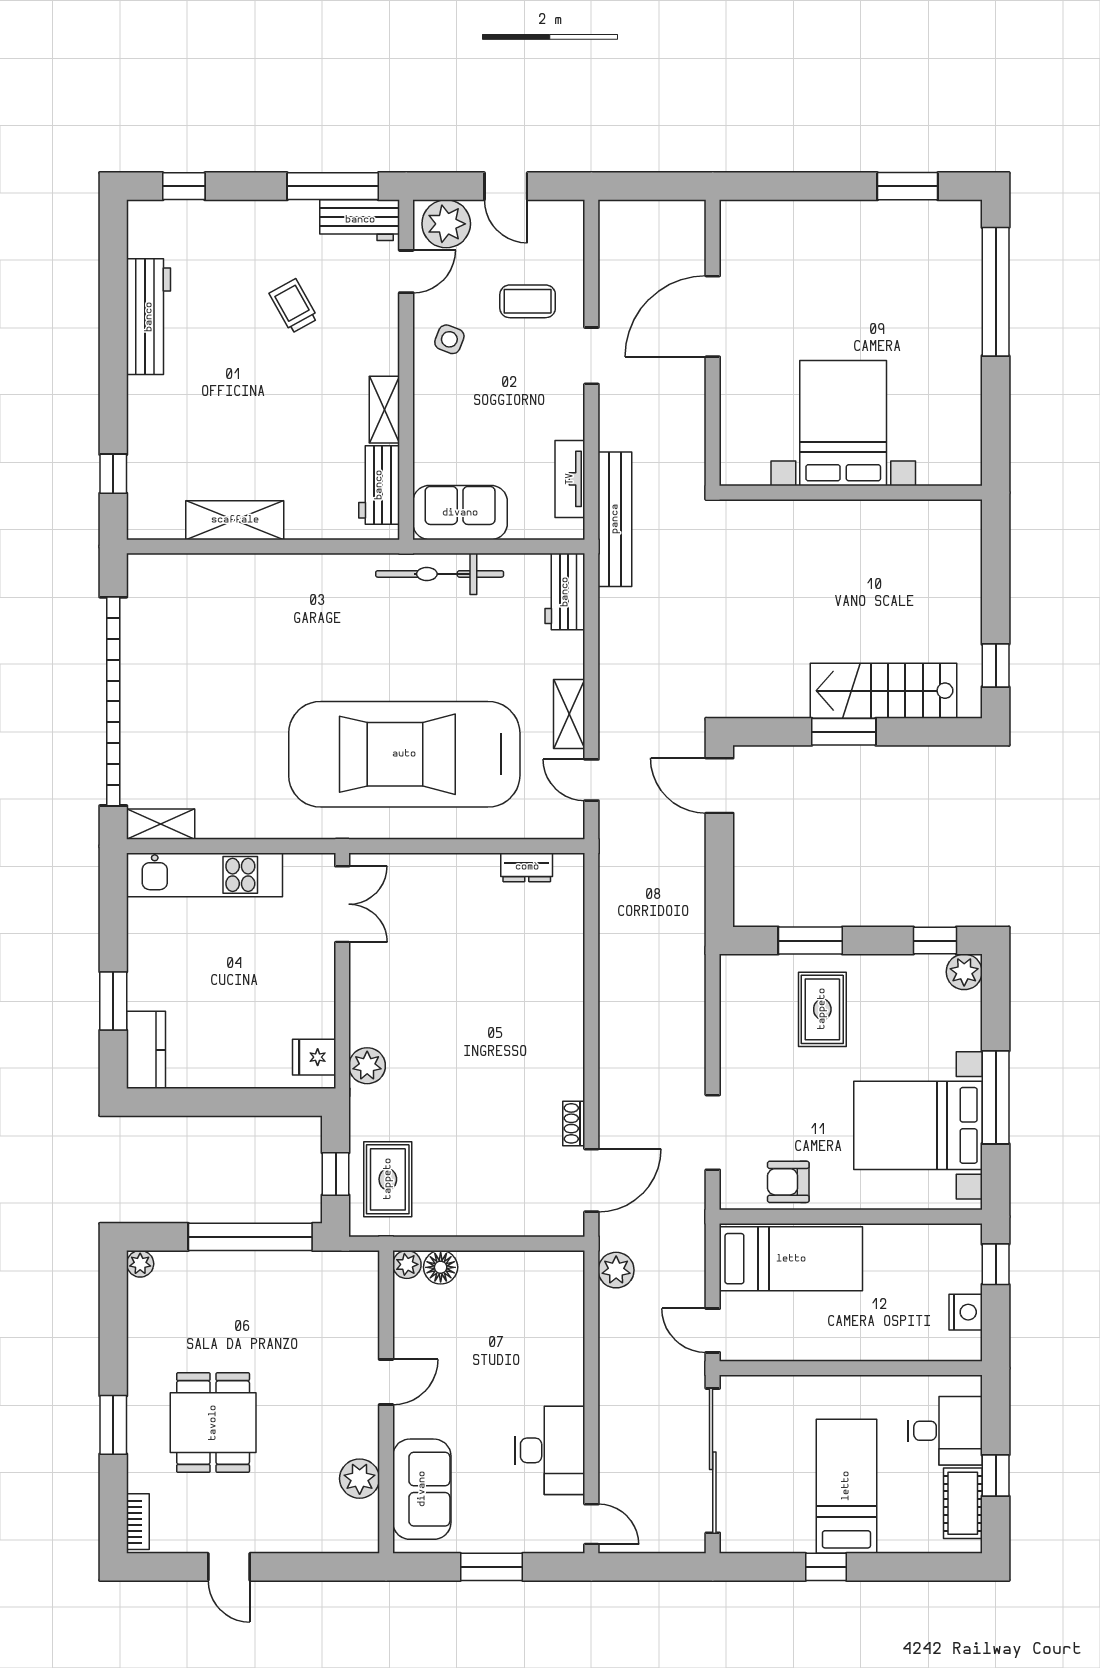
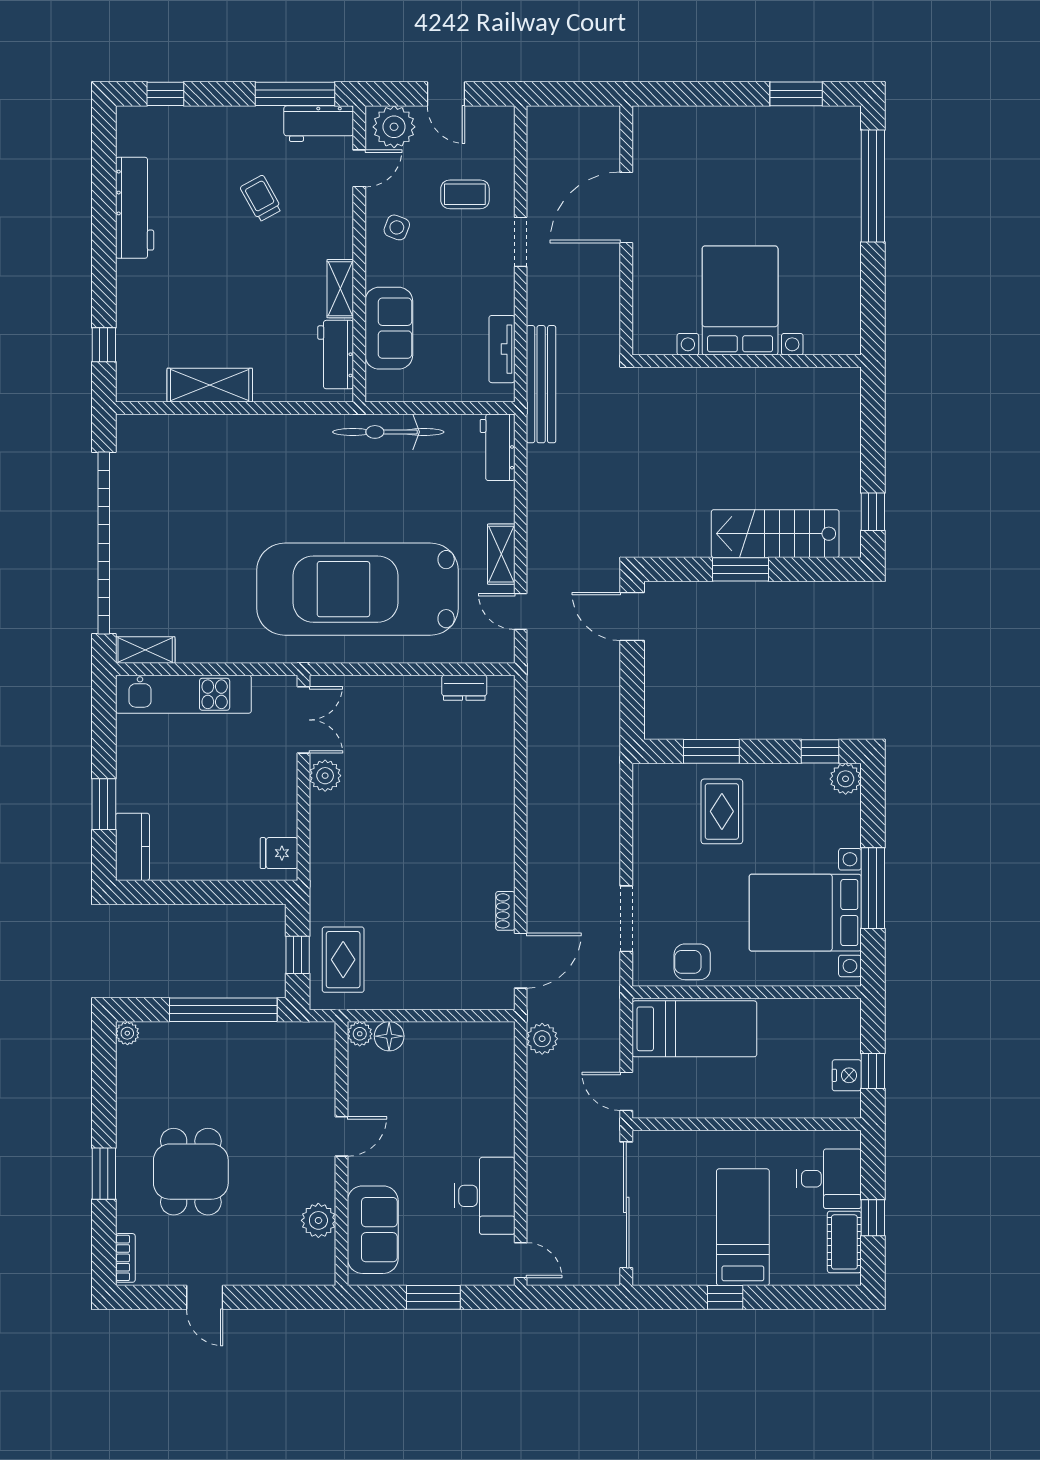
sofa: (460, 513) -> (389, 328), moved, turned 90
plant: (367, 1066) -> (325, 776), moved
window: (996, 1264) -> (873, 1071), moved

